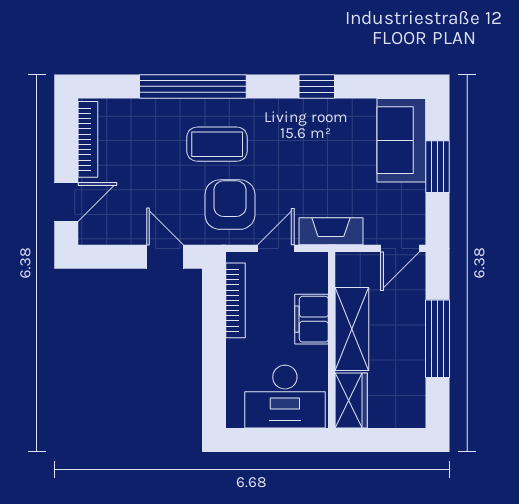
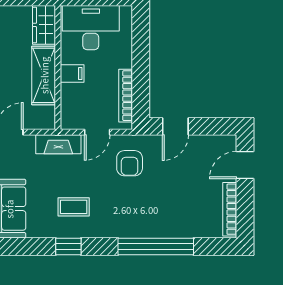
coffee table: (217, 144) -> (74, 207), moved, width x0.73, depth x0.77
armchair: (230, 205) -> (130, 163), width x0.72, depth x0.72
door: (165, 257) -> (175, 126), hinge flipped
filing cabinet: (311, 319) -> (72, 74), width x0.50

